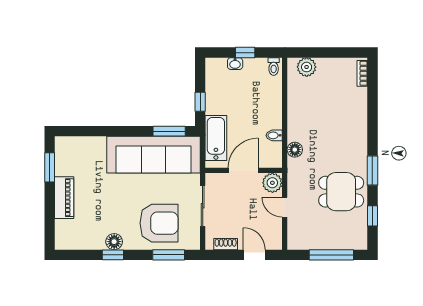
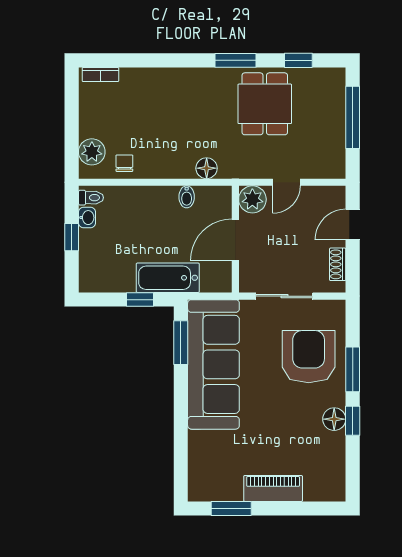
washbasin: (235, 64) -> (87, 218), moved
chair: (298, 91) -> (124, 163), added
bathtub: (216, 138) -> (168, 278), moved
door: (243, 170) -> (235, 240), hinge flipped
window: (169, 255) -> (353, 369), moved

